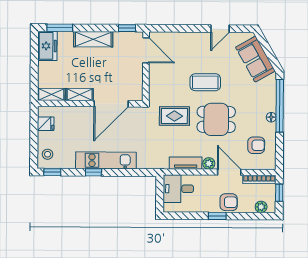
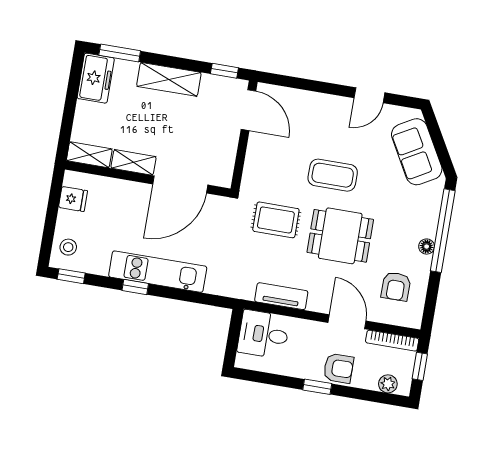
armchair: (256, 145) -> (396, 286), turned 90
plant: (209, 163) -> (317, 303), removed

